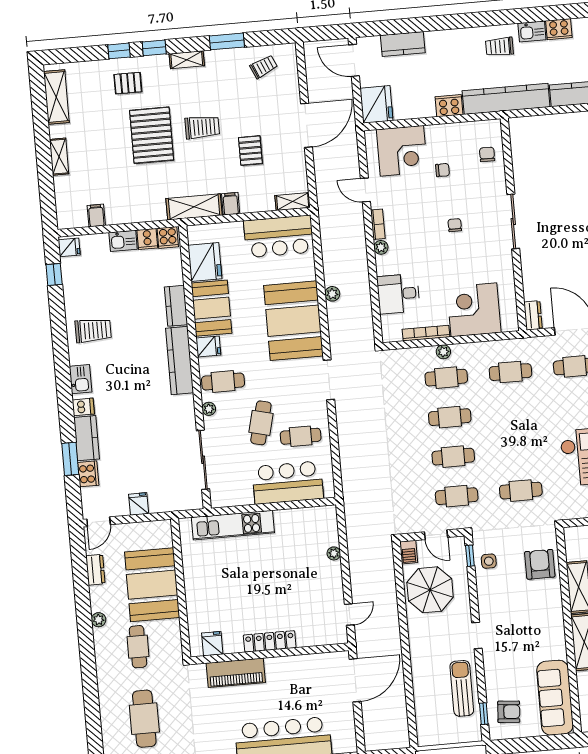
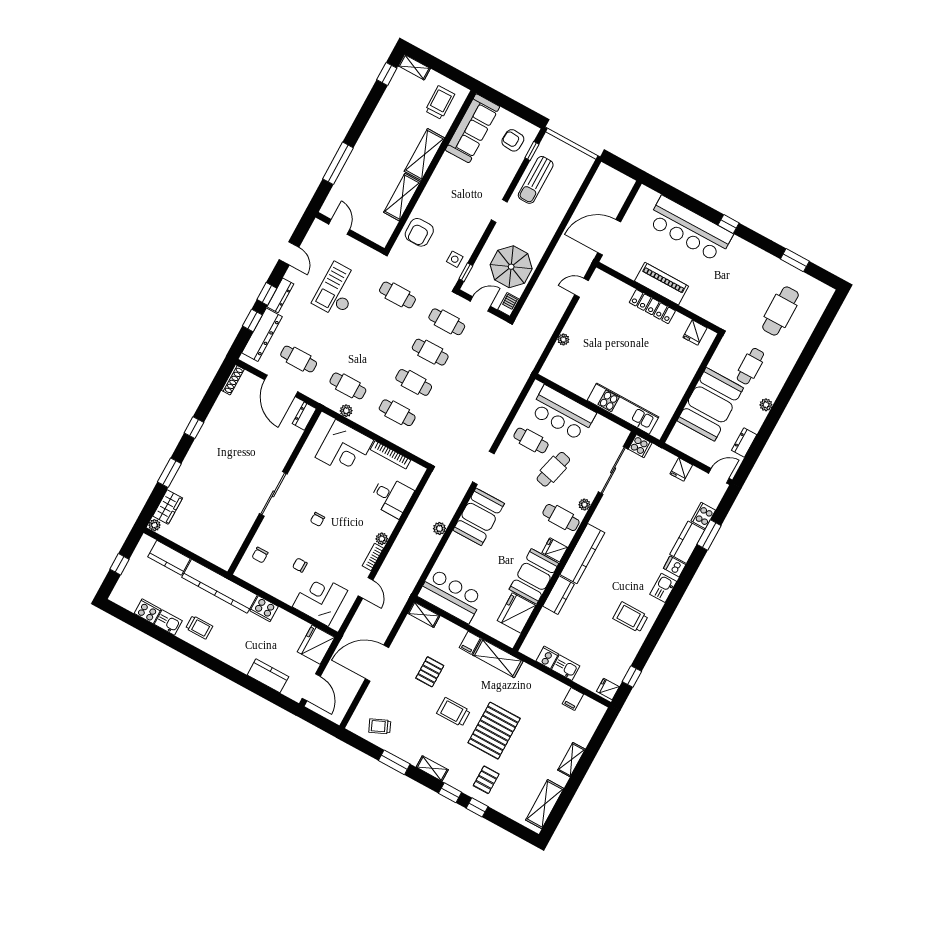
pallet: (128, 83) -> (486, 780), turned 90
cooker: (168, 238) -> (640, 446), moved, turned 90
booth: (293, 321) -> (479, 517), width x0.73, depth x0.70
plant: (443, 352) -> (346, 411), moved
door: (436, 535) -> (480, 304), hinge flipped
piano: (236, 673) -> (662, 284), moved

